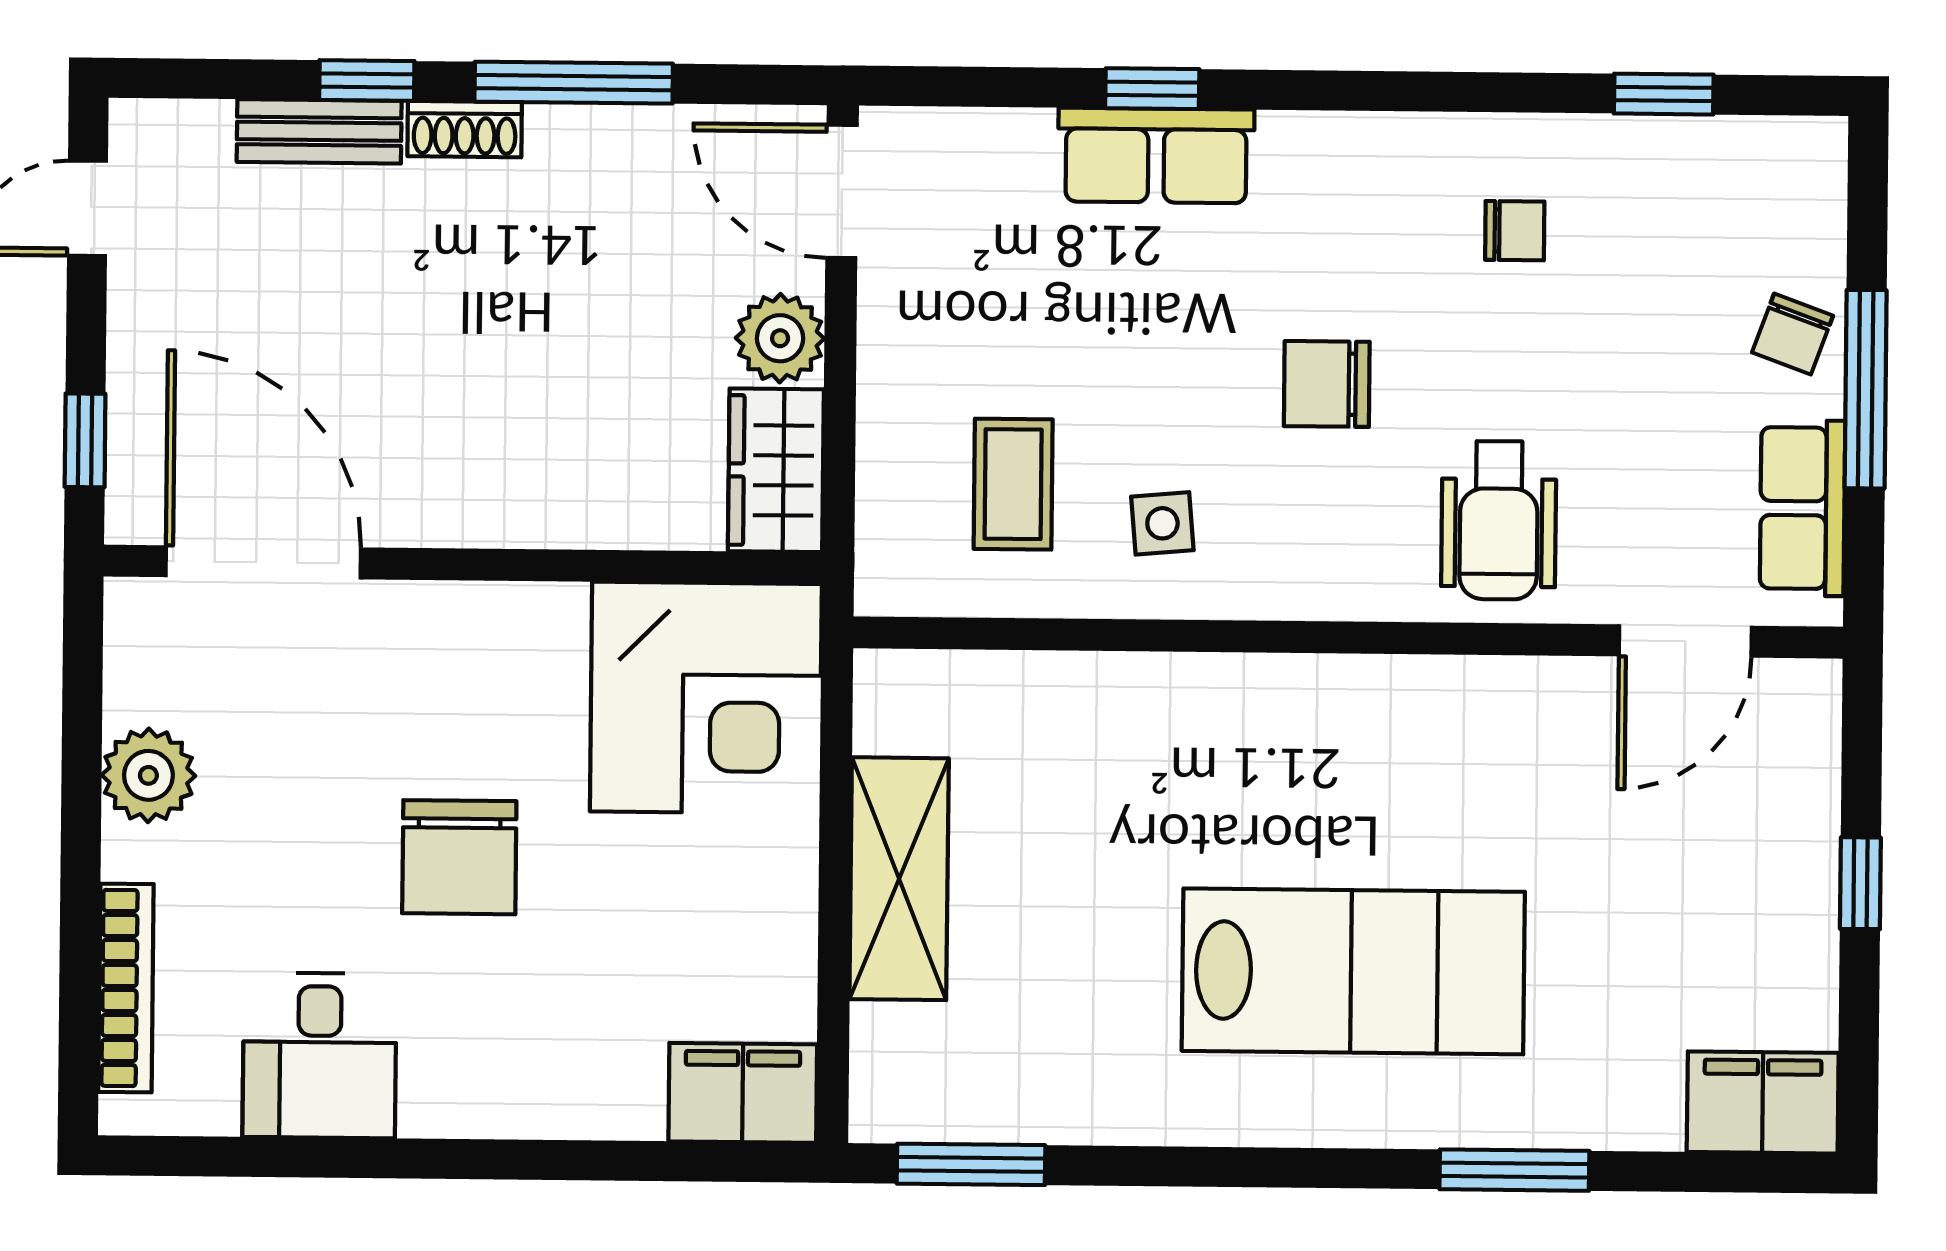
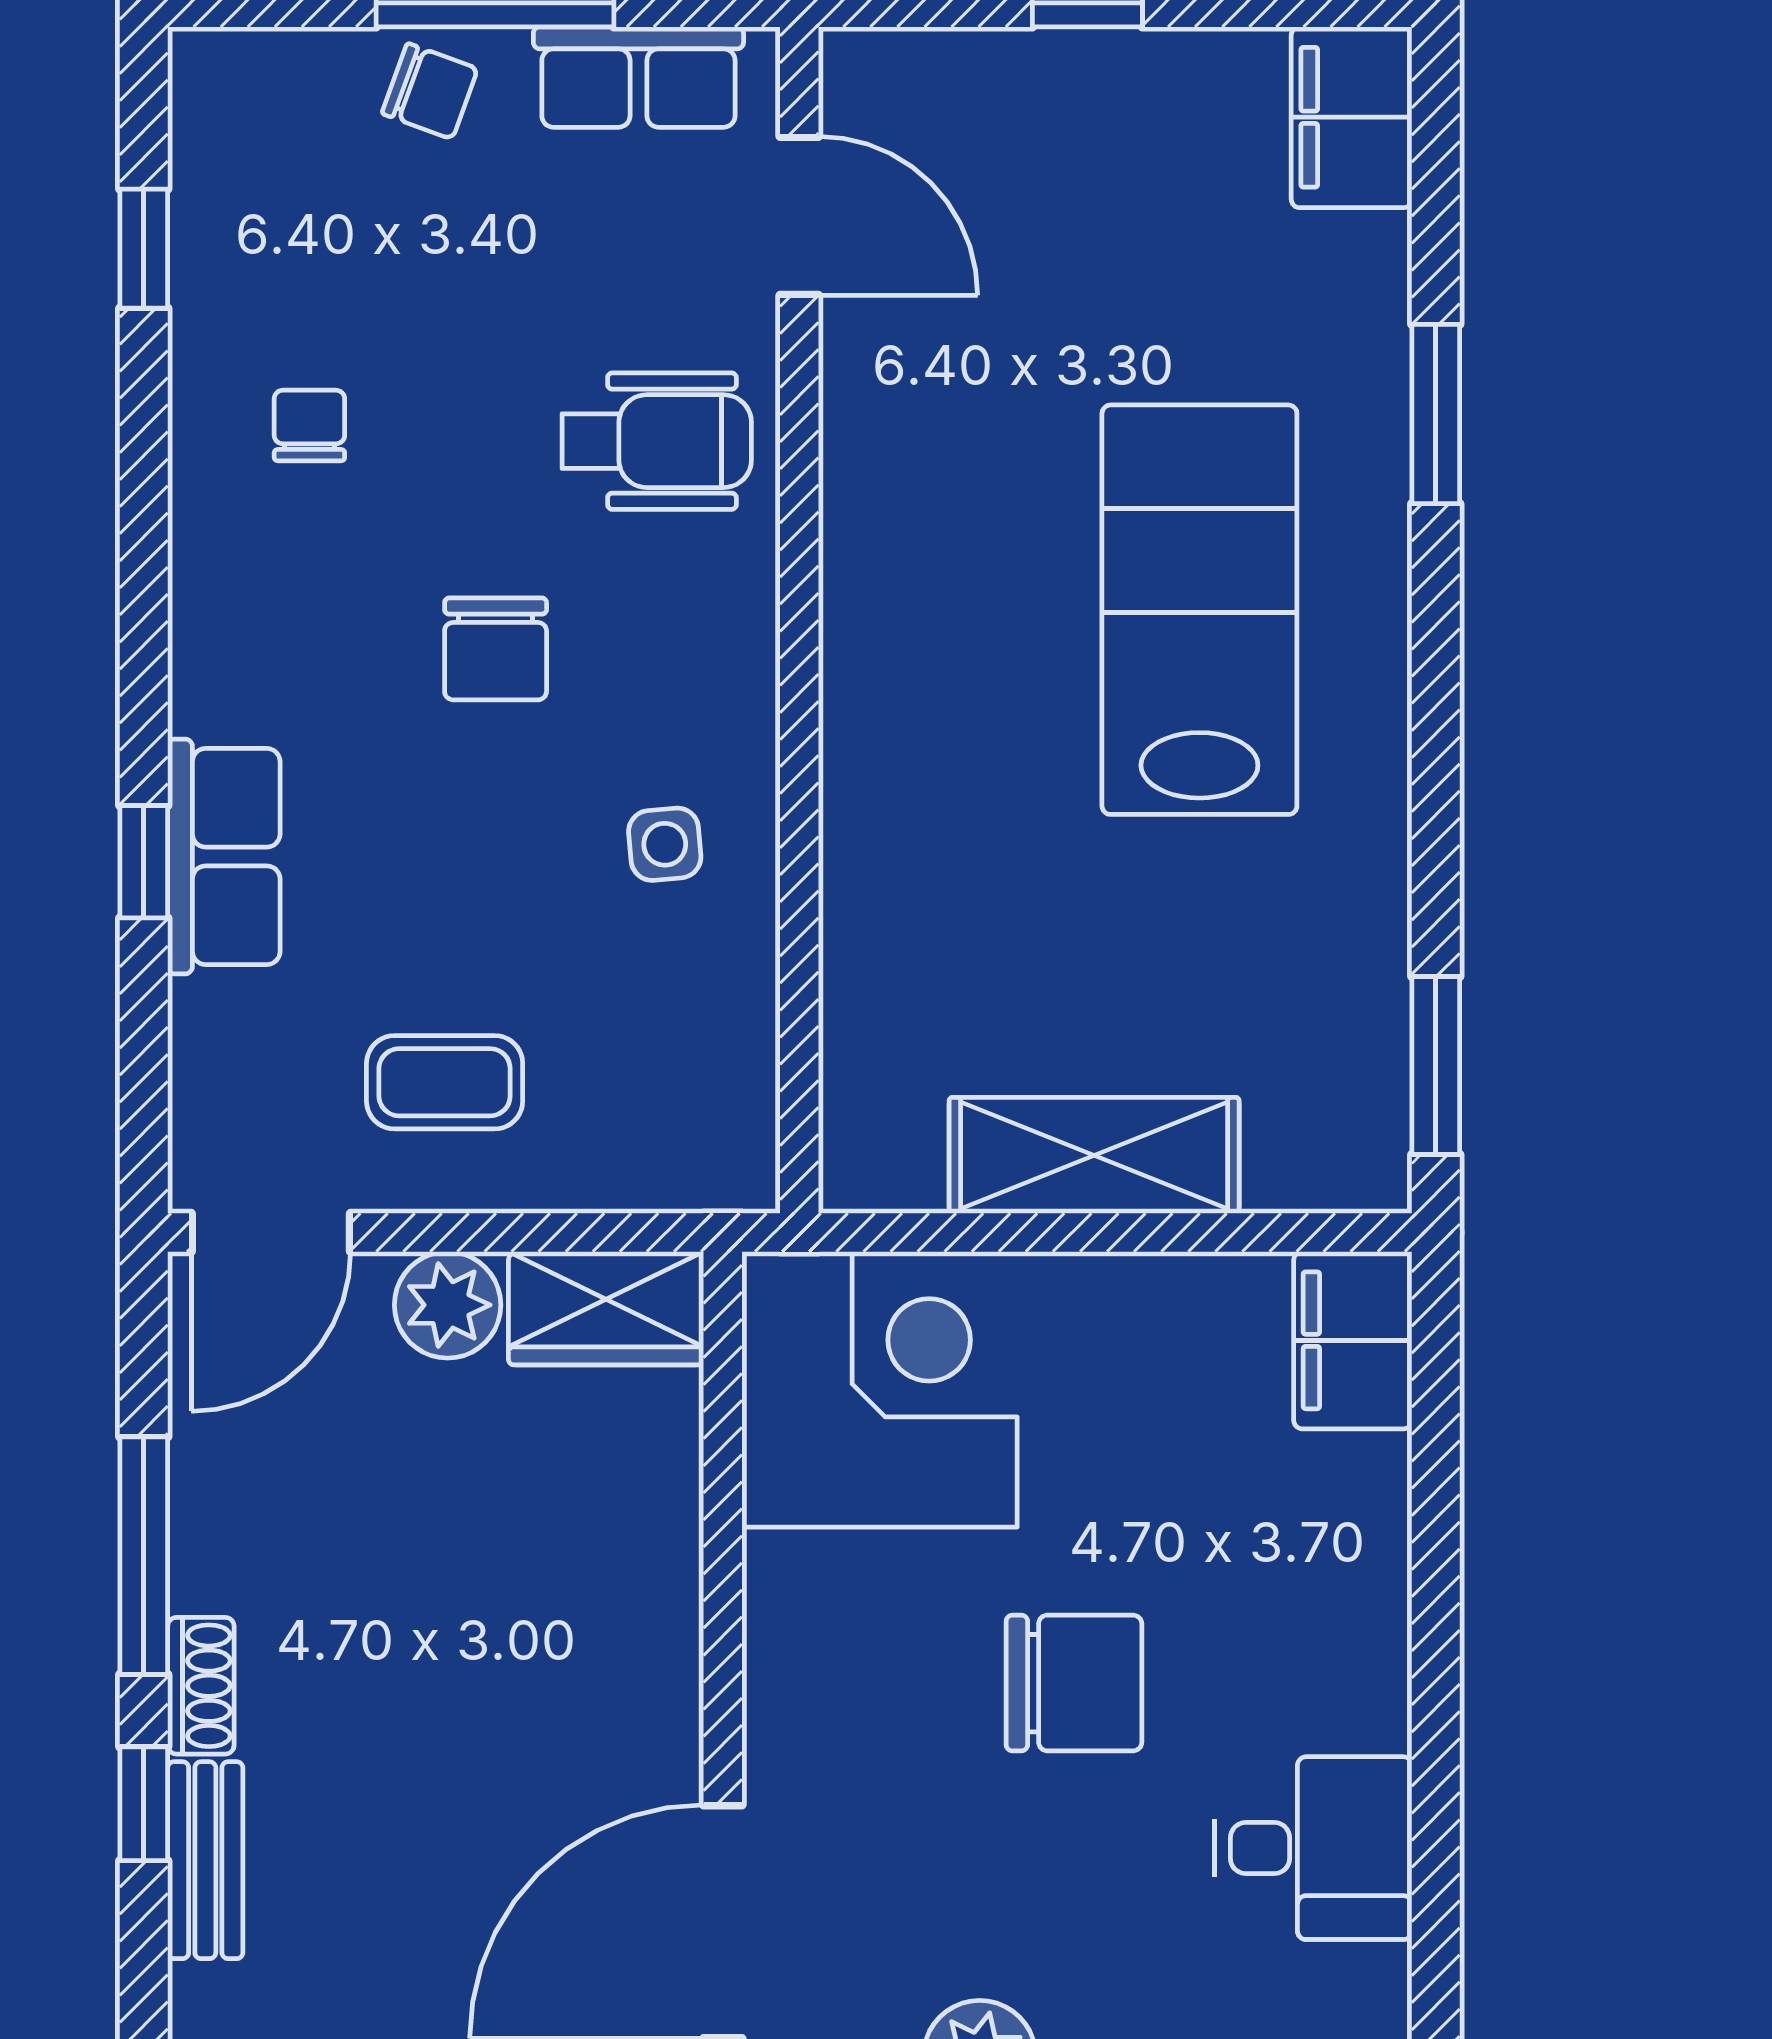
coffee table: (1013, 484) -> (445, 1082), moved

